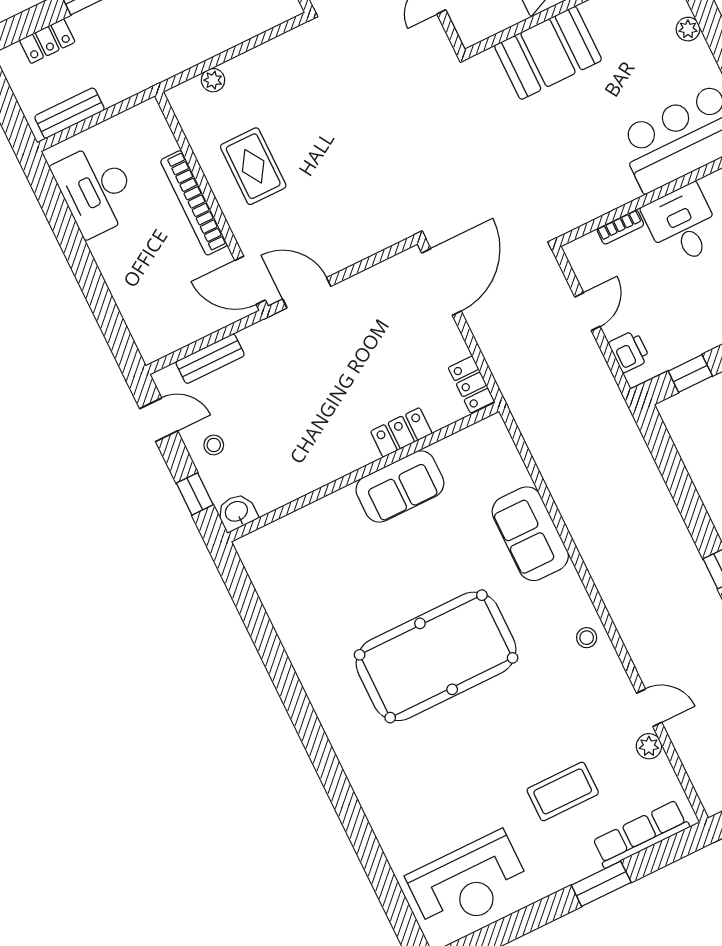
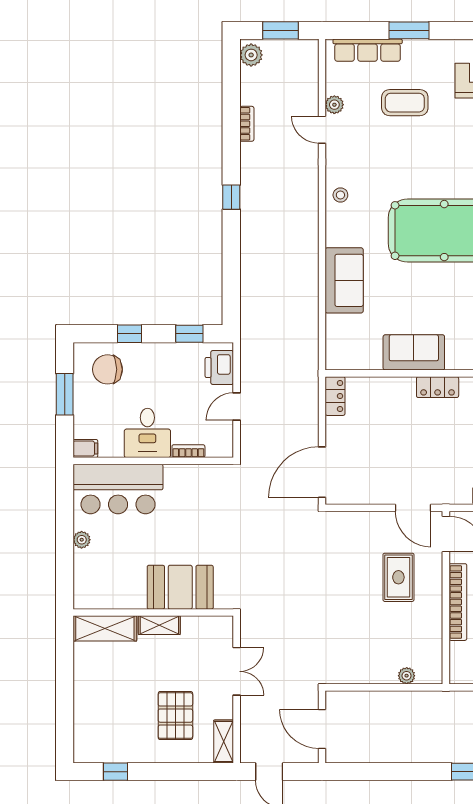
plant: (688, 29) -> (82, 540), moved
rug: (253, 166) -> (398, 577), moved
printer: (629, 351) -> (219, 368), width x1.36, depth x1.24
locker: (401, 432) -> (438, 387), moved

